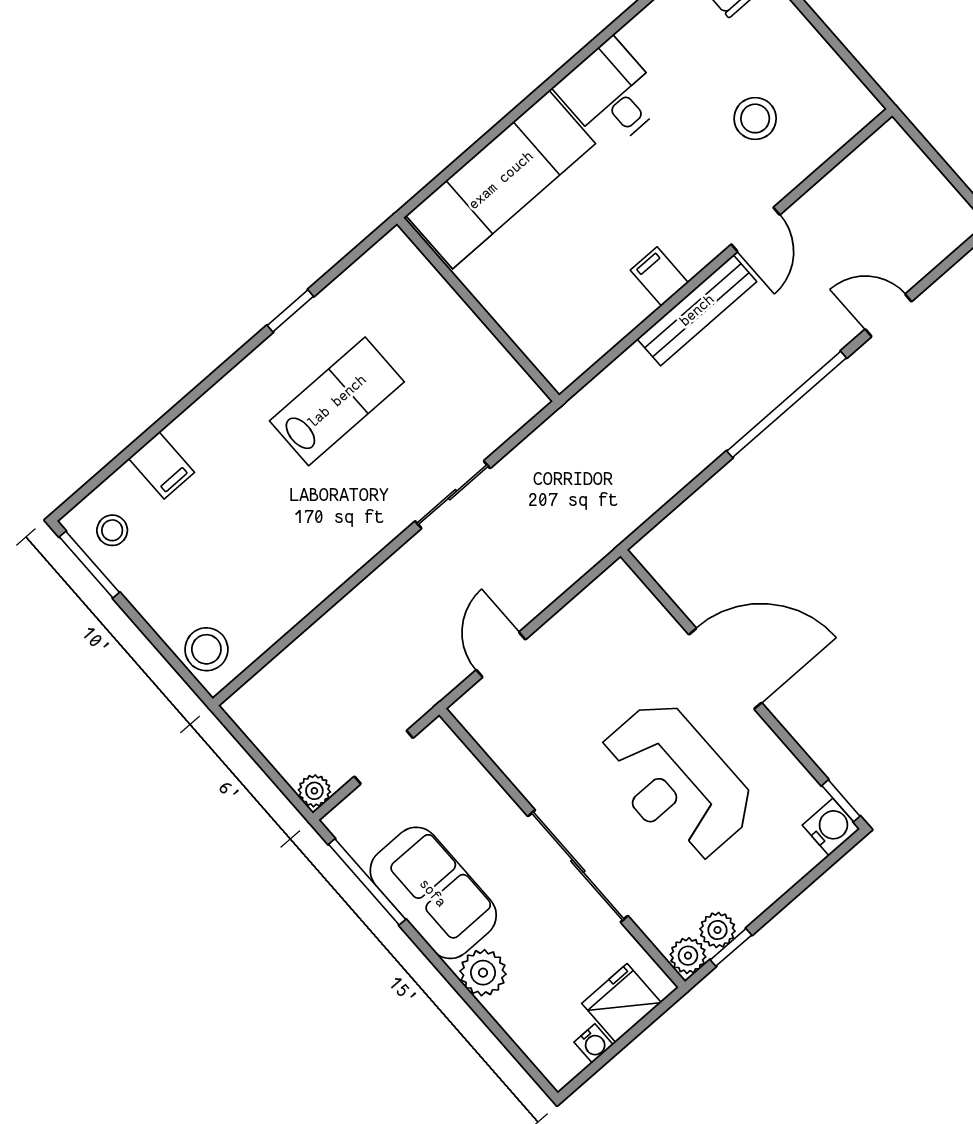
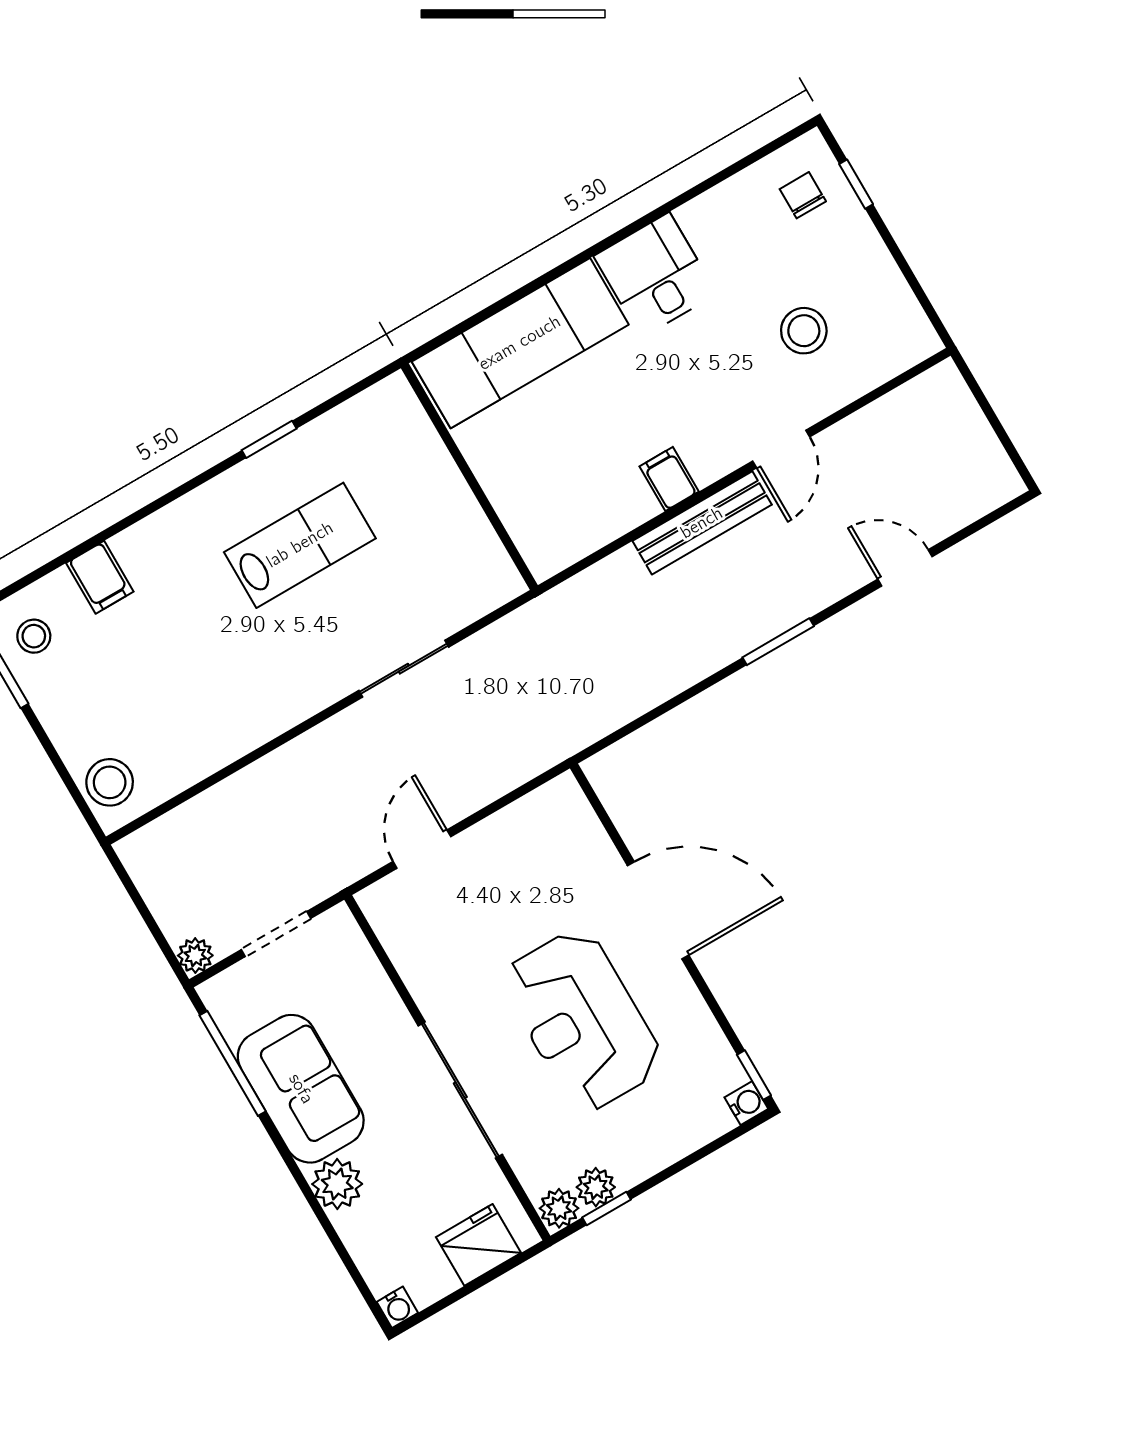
window: (787, 404) -> (778, 642), width x0.47
water cooler: (831, 827) -> (746, 1103), width x0.72, depth x0.72
water cooler: (594, 1043) -> (397, 1307), moved

